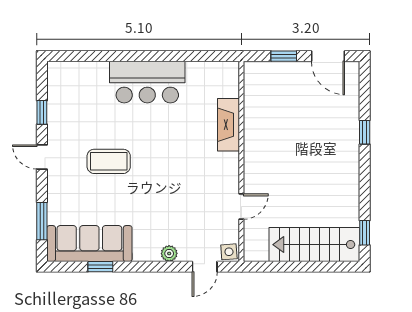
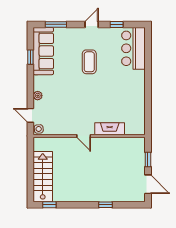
door: (328, 56) -> (148, 184), swing flipped
bar counter: (147, 82) -> (133, 48), moved
door: (241, 207) -> (84, 136), moved

